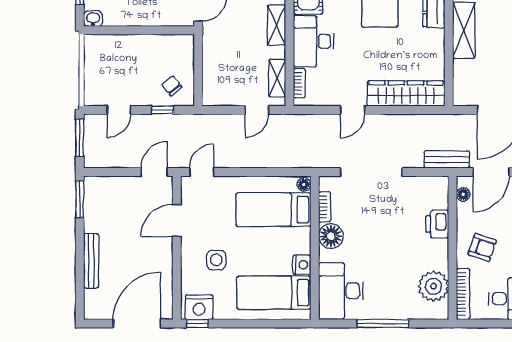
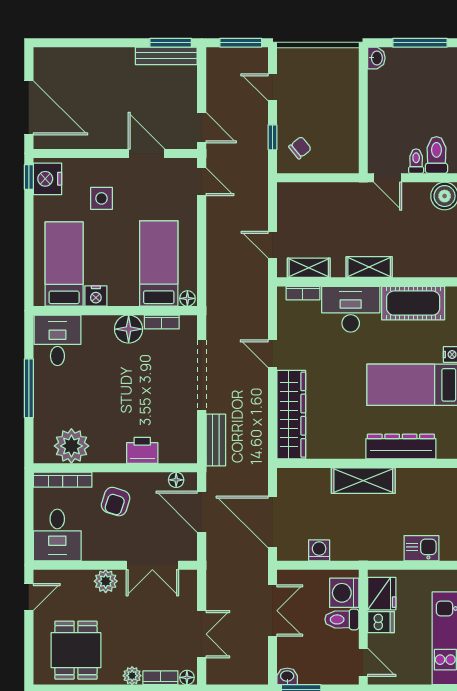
bench: (447, 160) -> (216, 440), moved
bench: (91, 261) -> (166, 56), moved
desk: (341, 291) -> (57, 340), width x0.73

